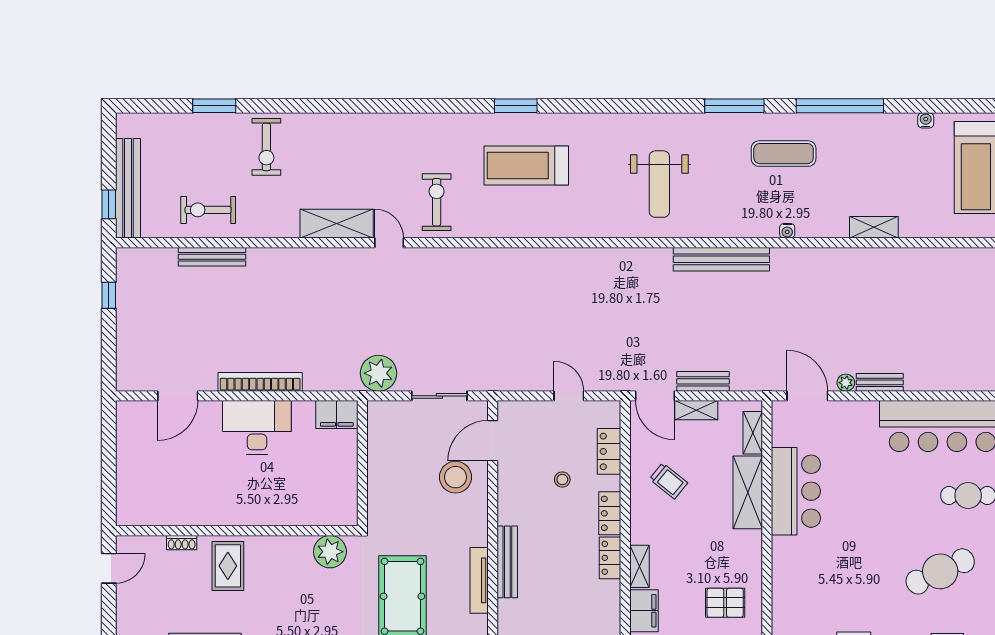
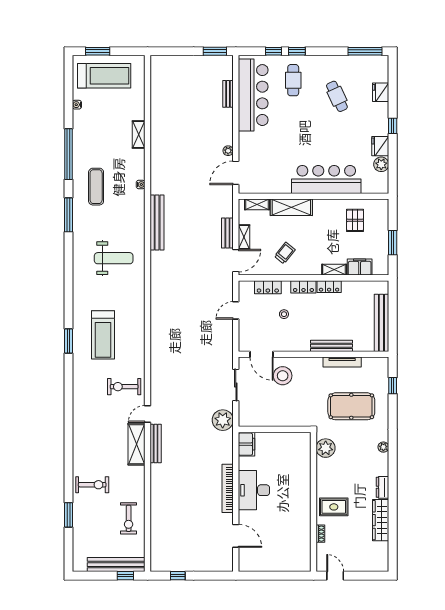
bench: (212, 257) -> (156, 444), moved
bench: (880, 382) -> (228, 94), moved
bar counter: (796, 491) -> (326, 179), moved, width x1.36
cafe table: (940, 571) -> (337, 96), width x0.73, depth x0.74

